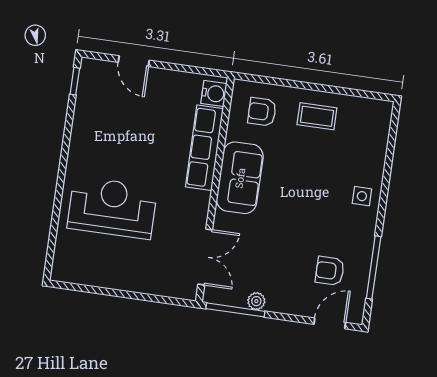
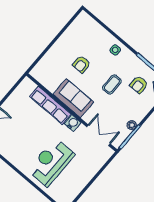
water cooler: (214, 94) -> (73, 123), moved
armchair: (262, 112) -> (82, 64), moved
coffee table: (317, 116) -> (112, 84), moved

